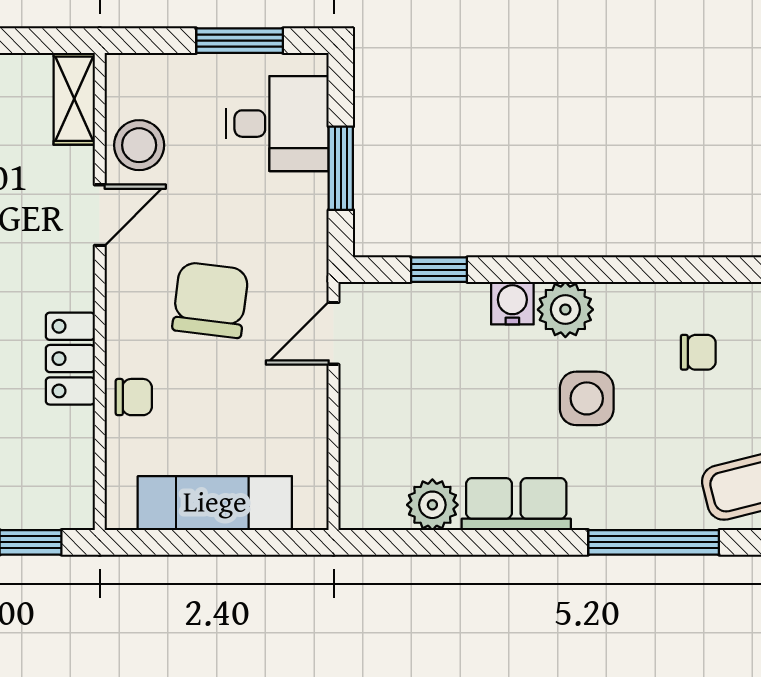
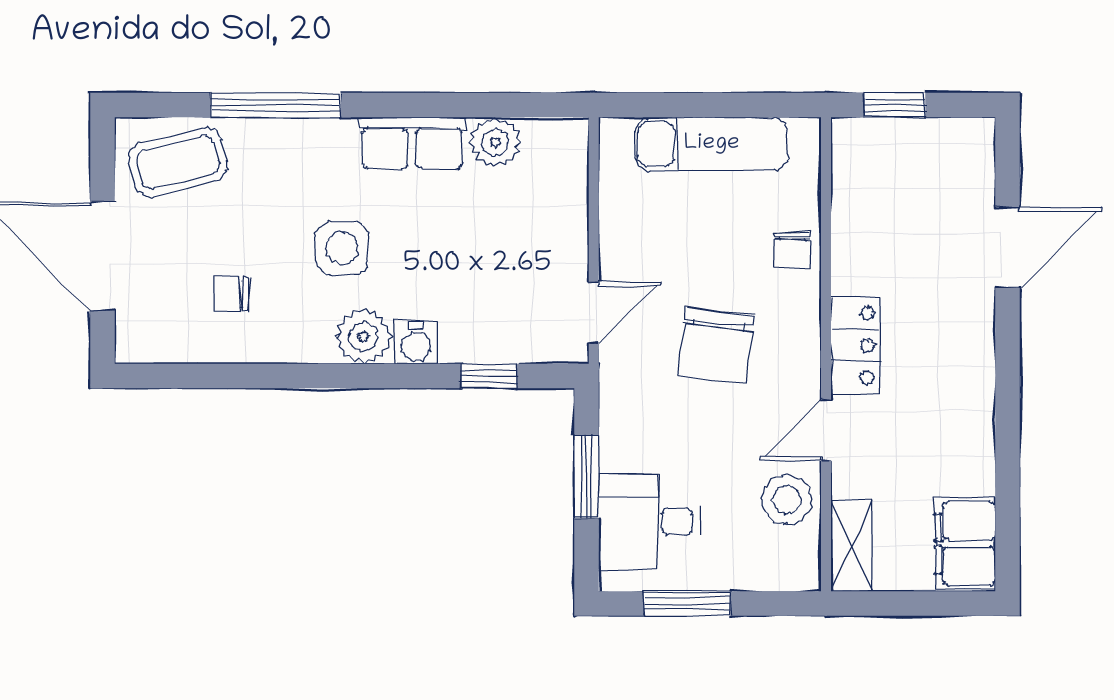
locker: (70, 359) -> (855, 345), moved
chair: (134, 397) -> (792, 249), turned -90

